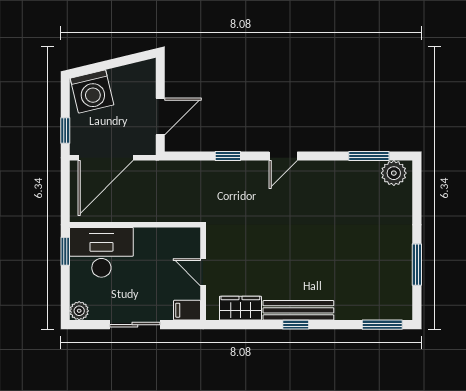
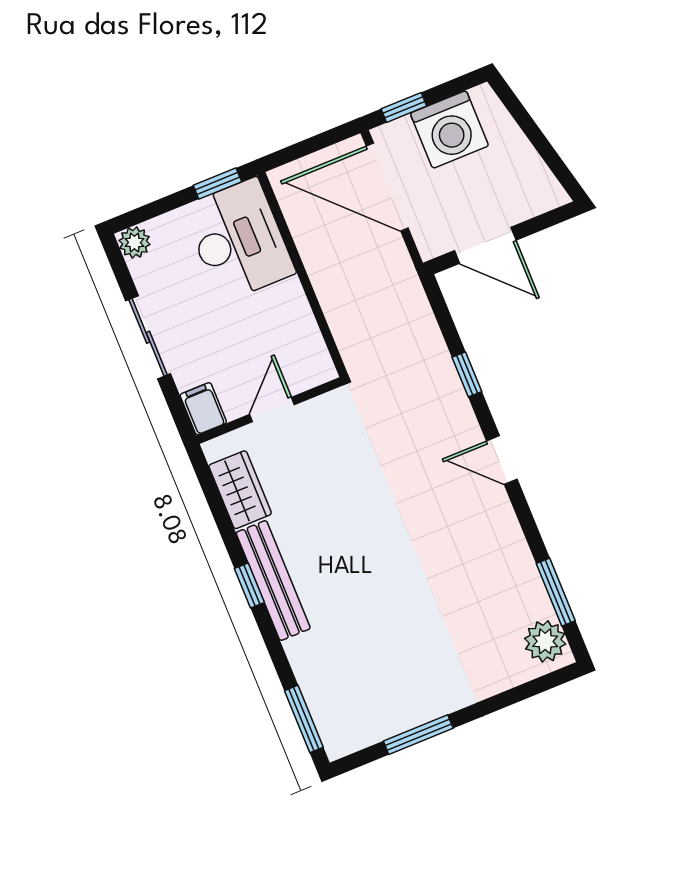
washing machine: (92, 92) -> (449, 130), moved, turned -77

